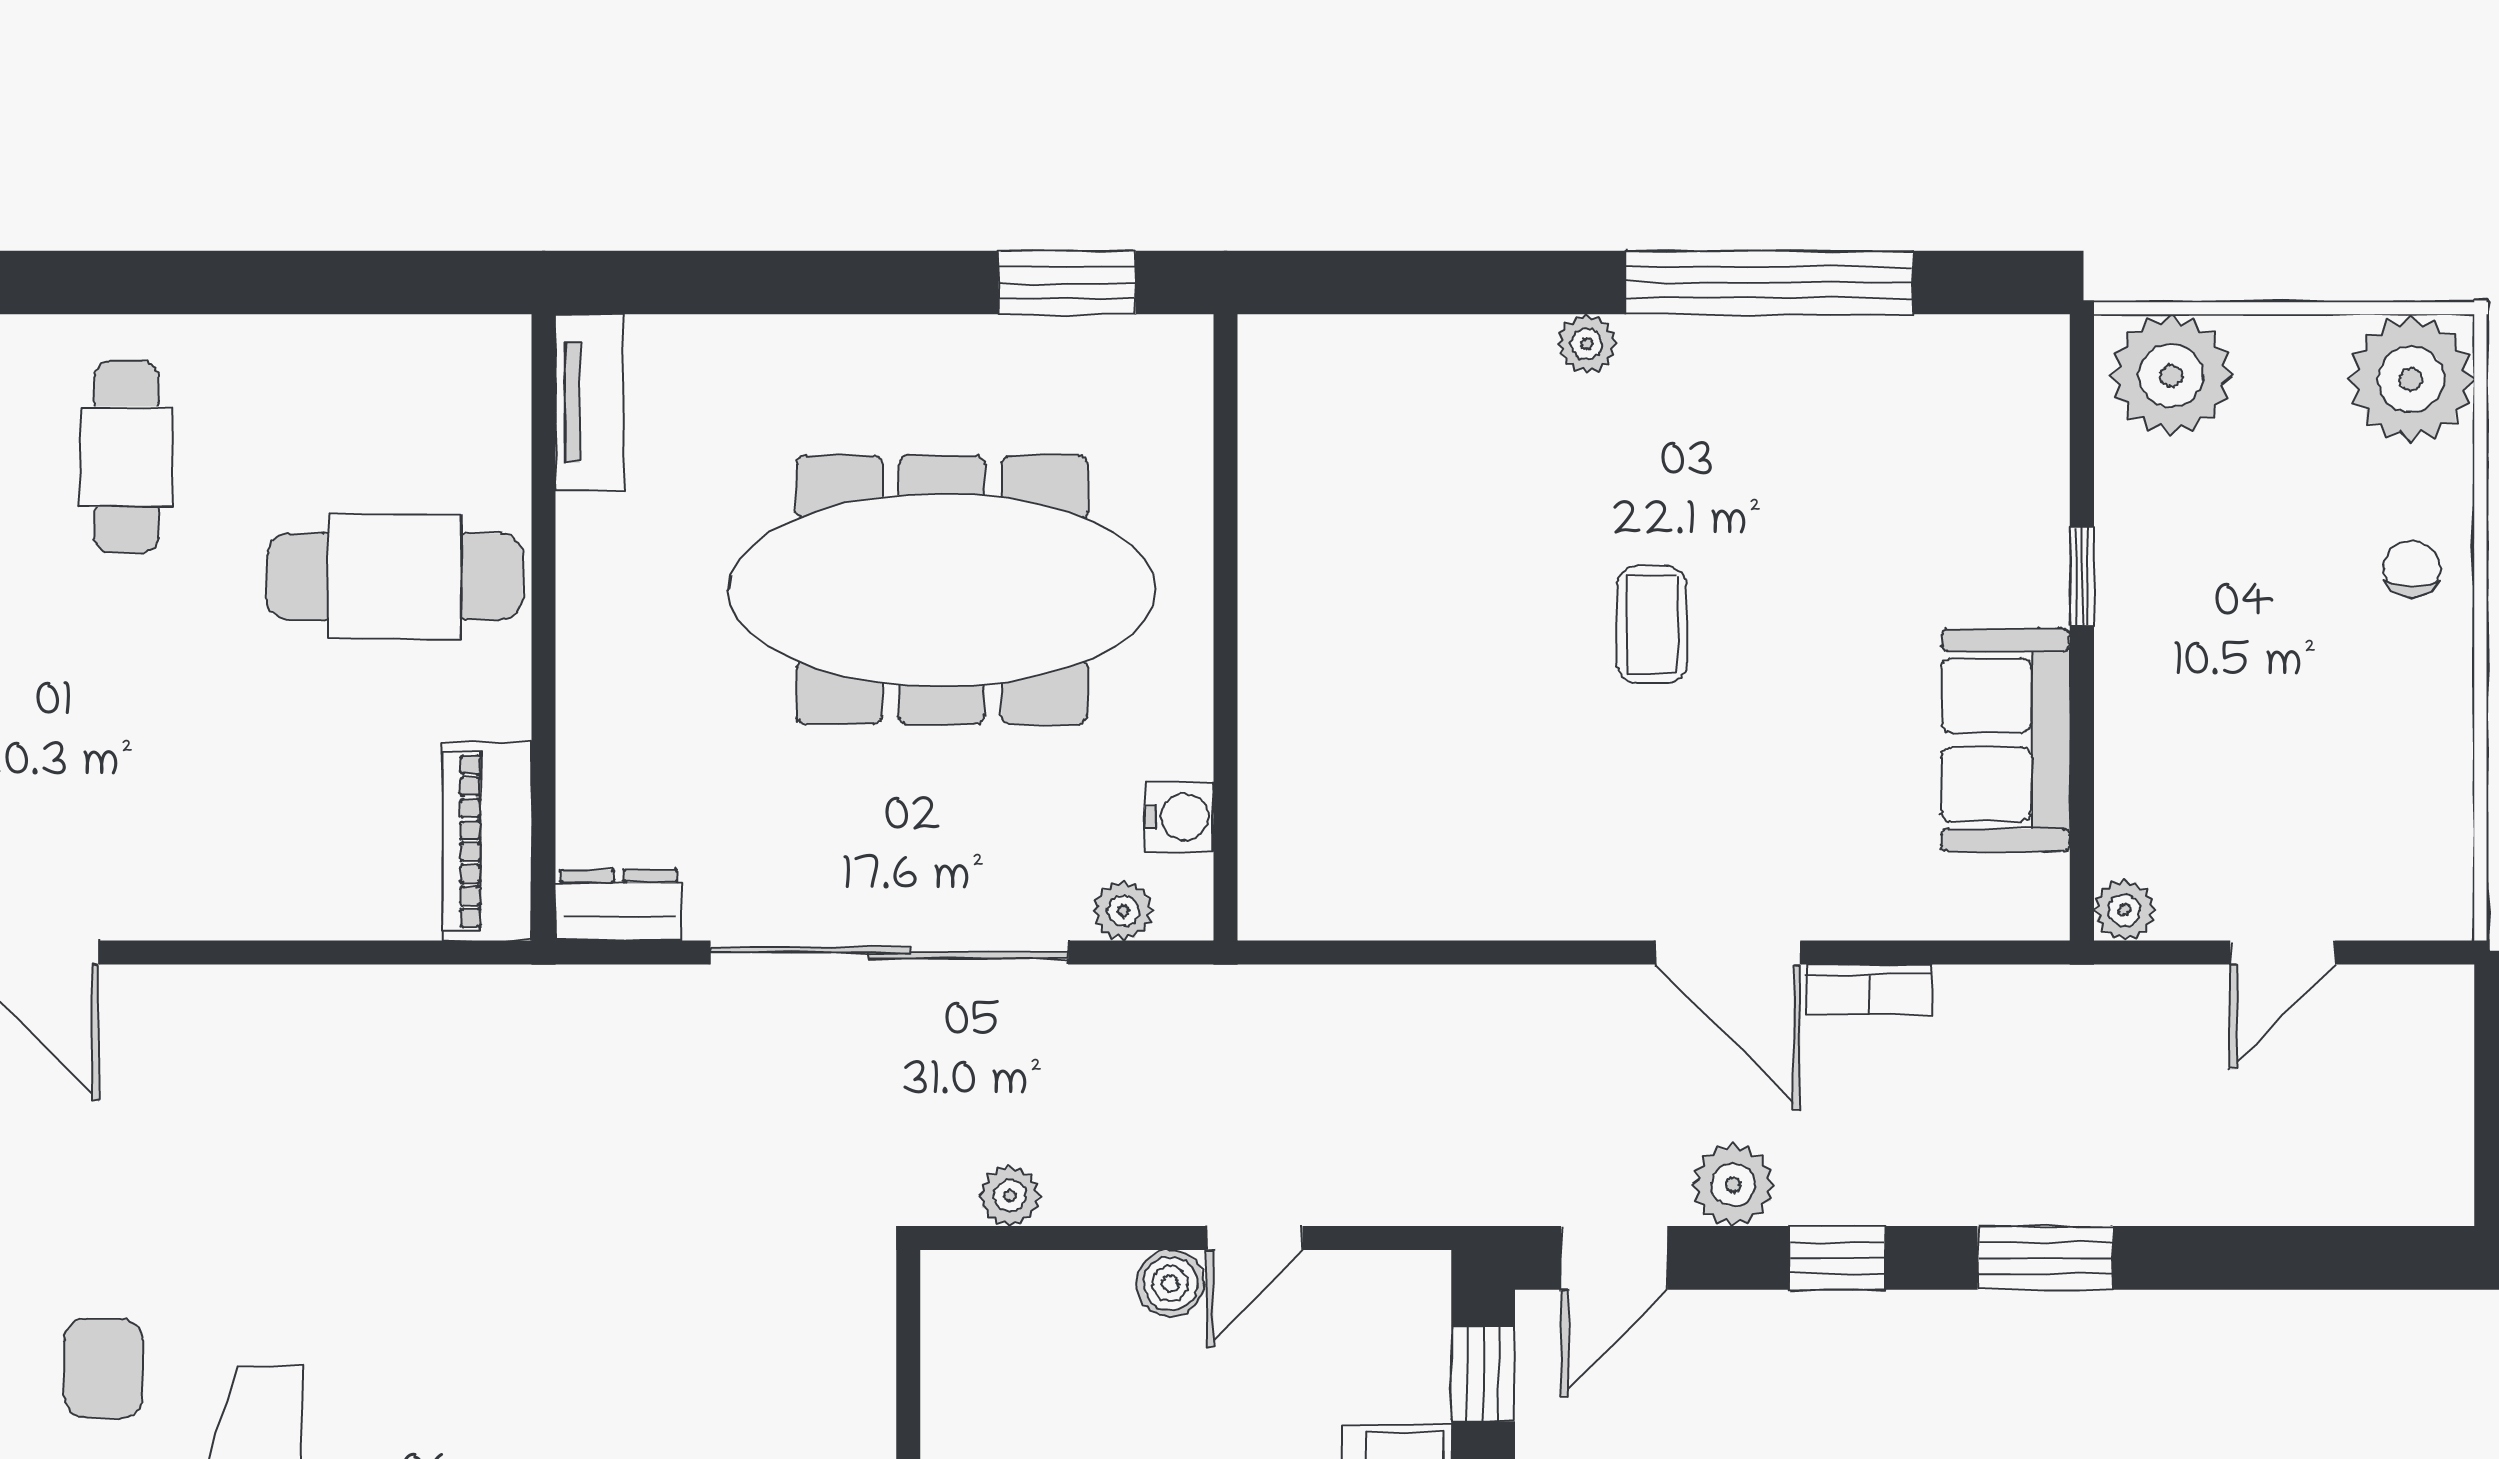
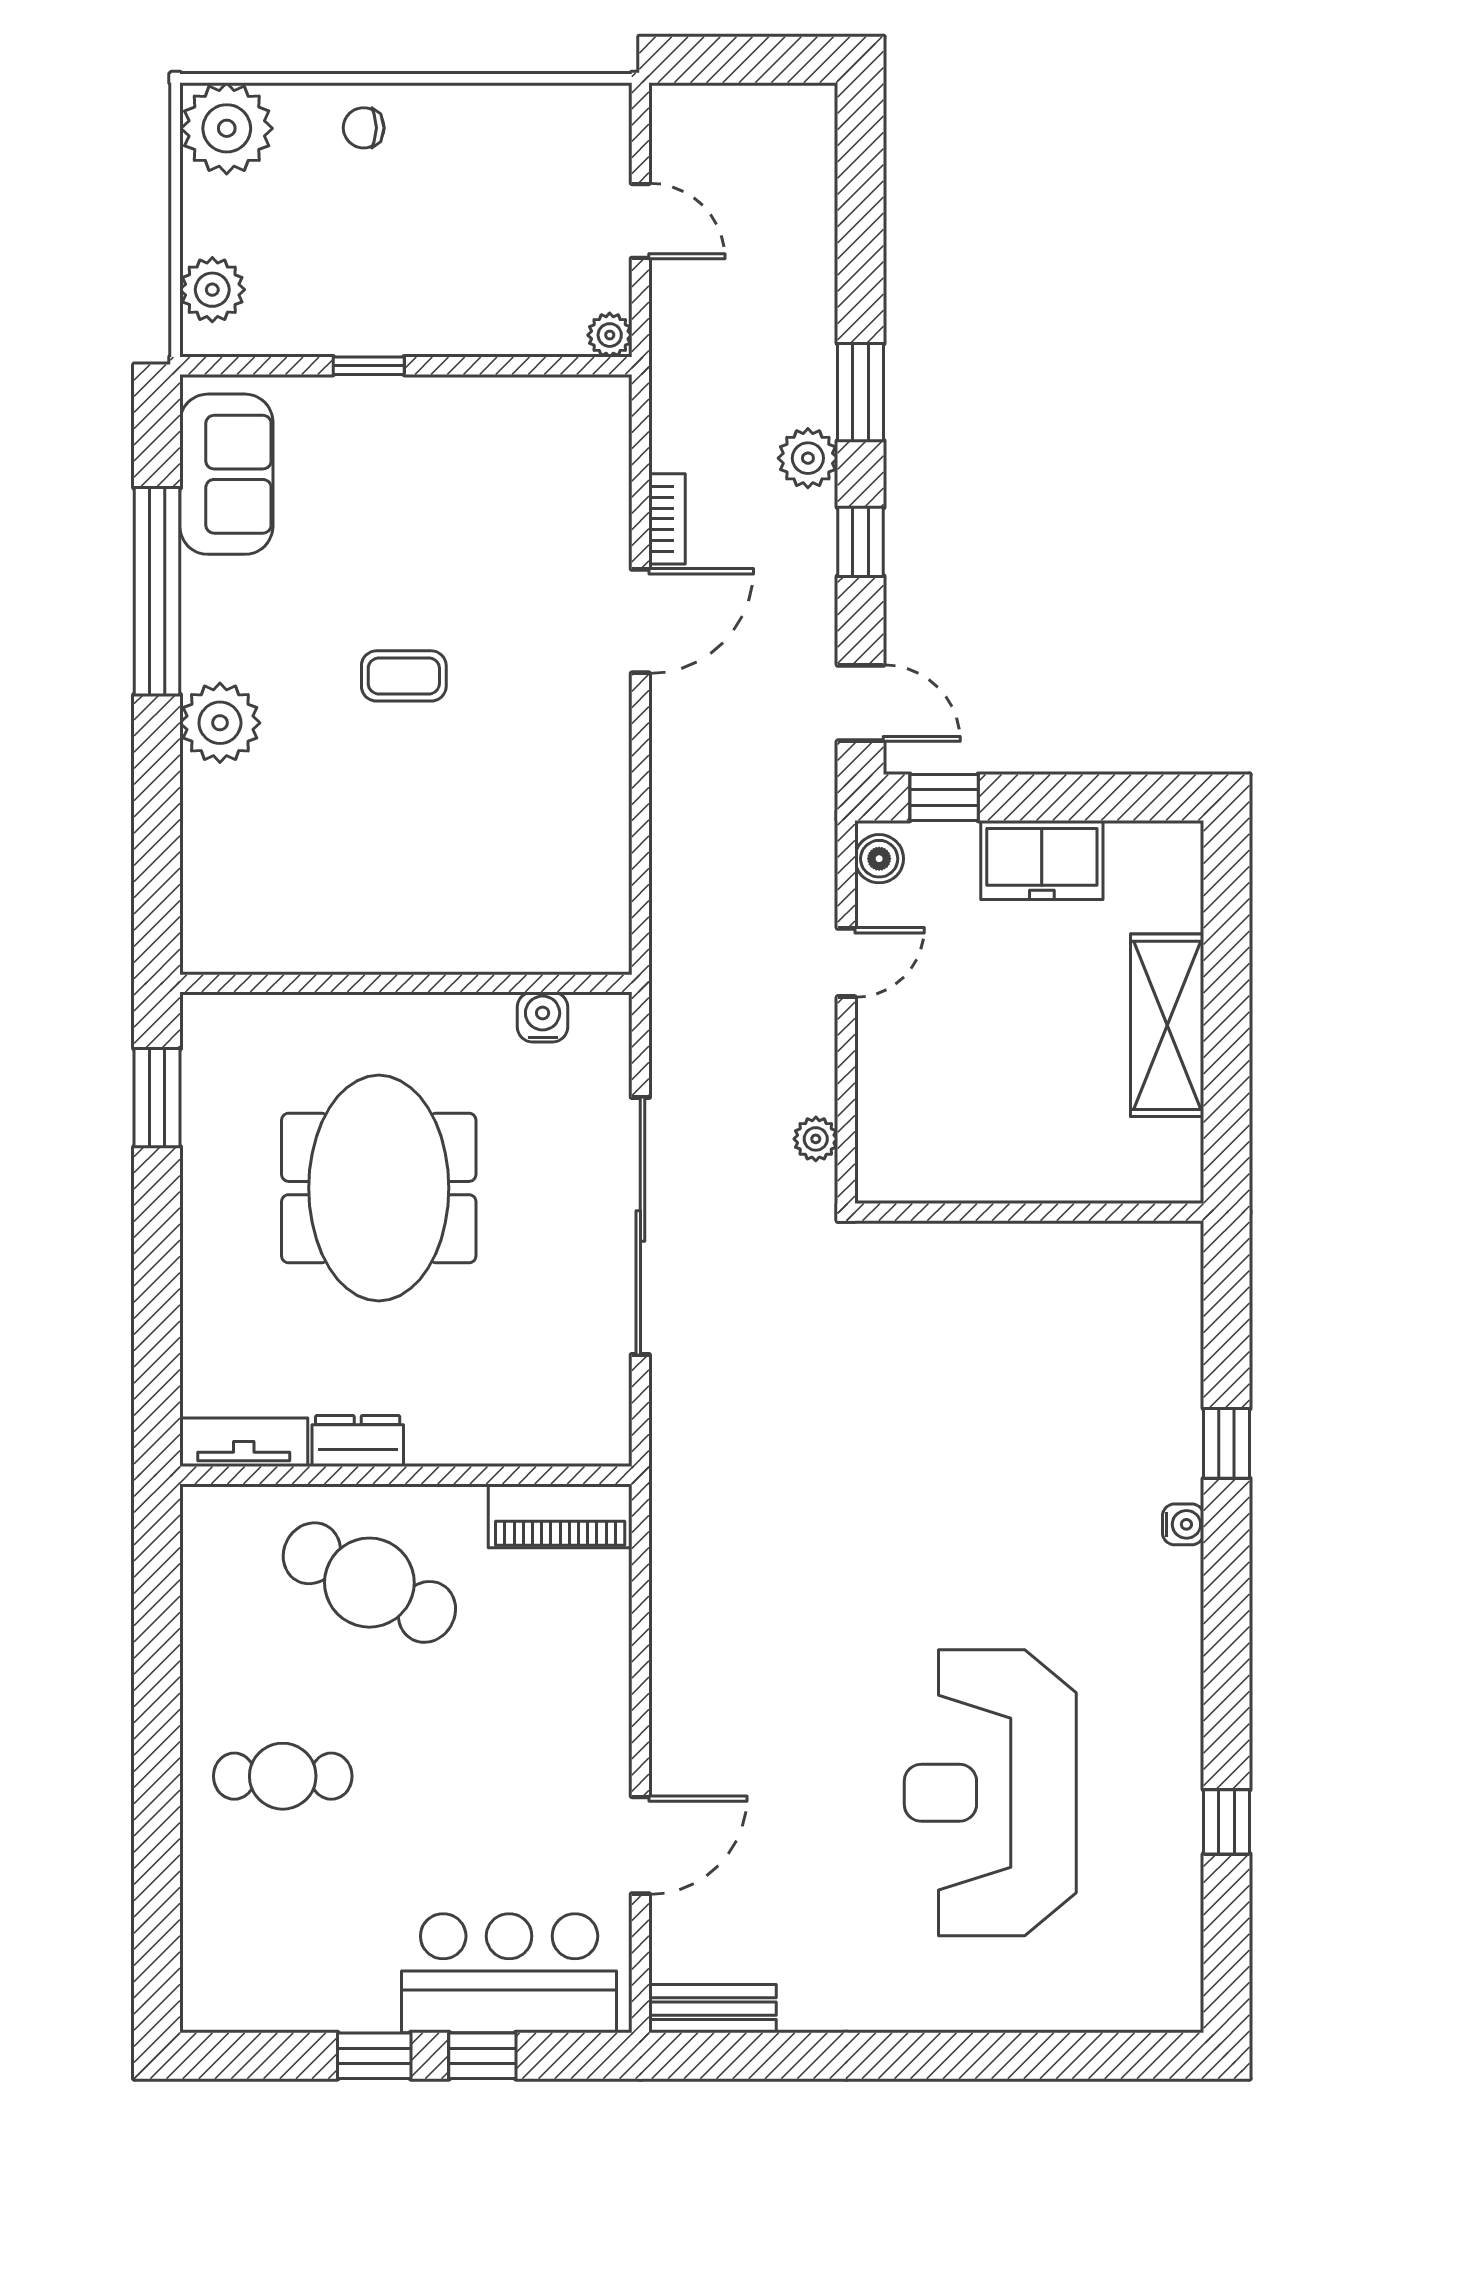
plant: (1587, 344) -> (220, 723), width x1.88, depth x1.88
plant: (2171, 375) -> (212, 290), width x0.73, depth x0.73
cafe table: (395, 577) -> (369, 1583), turned -63
meeting table: (942, 590) -> (379, 1188), width x0.73
sofa: (2006, 740) -> (226, 474), moved, turned -90
dresser: (619, 905) -> (358, 1441), moved, turned 90
plant: (1123, 911) -> (610, 1057), removed
plant: (1733, 1185) -> (808, 458), moved
door: (1255, 1238) -> (846, 962), hinge flipped
boiler: (1170, 1284) -> (879, 859), moved

